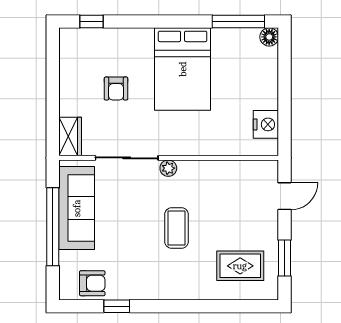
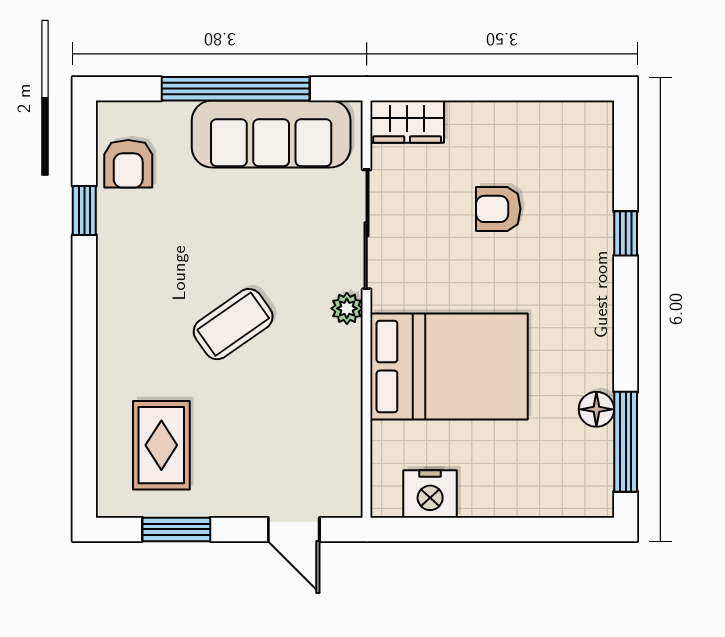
window: (91, 22) -> (626, 233), moved
floor lamp: (269, 37) -> (596, 409), moved
bed: (183, 69) -> (449, 366), moved, turned 180
coffee table: (177, 228) -> (233, 324), turned -35

